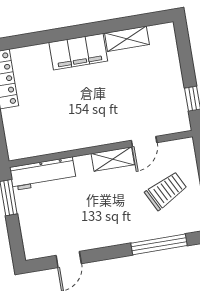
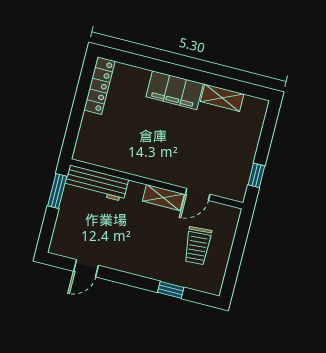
trolley: (166, 191) -> (198, 246), turned 113
window: (159, 244) -> (171, 290), width x0.46

